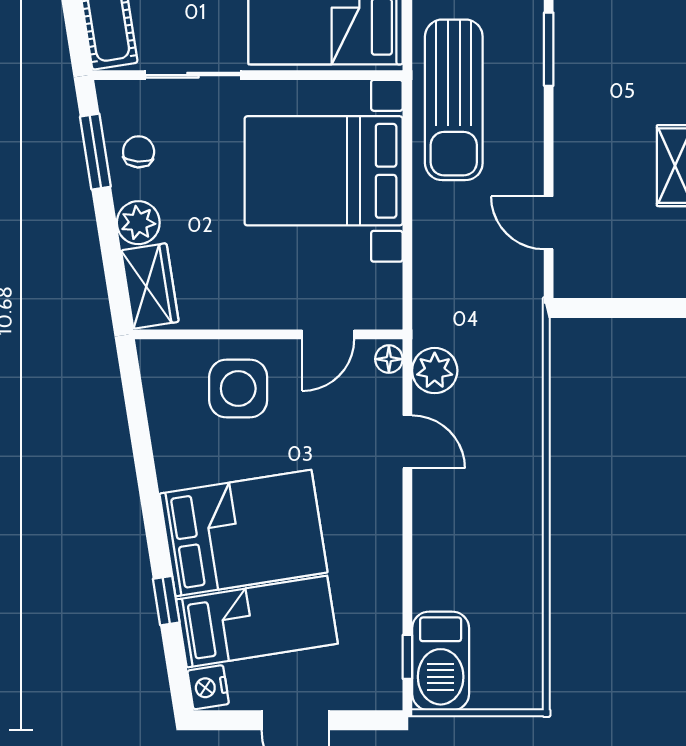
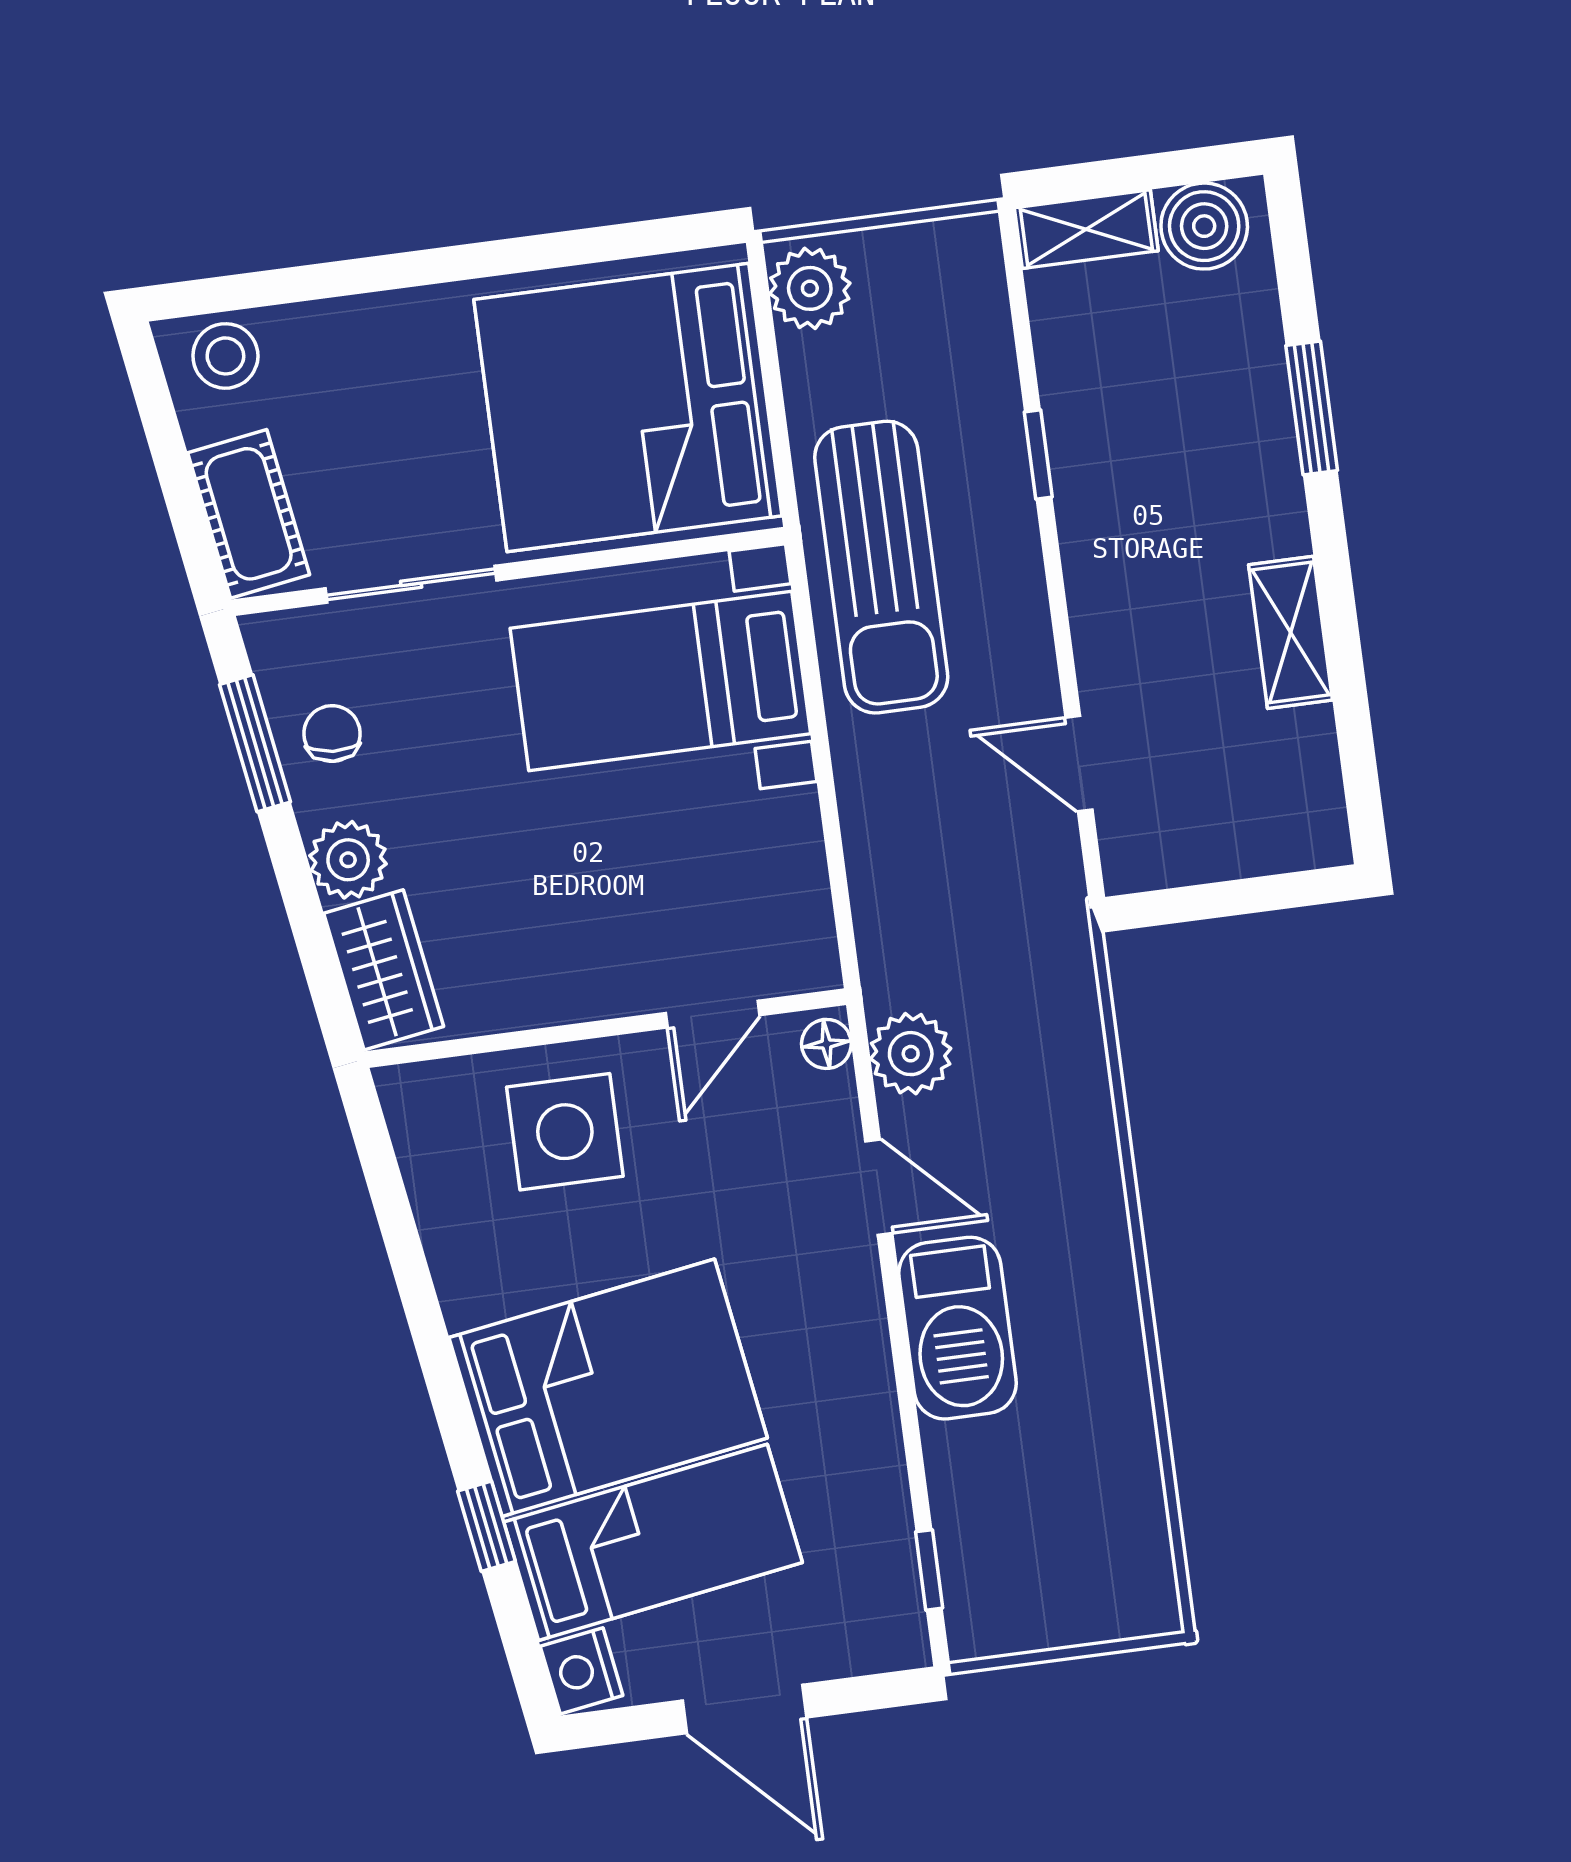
window: (549, 49) -> (1038, 455), width x0.67
bed with nightstands: (324, 171) -> (660, 681), width x0.73
barbecue: (441, 661) -> (957, 1328), moved

